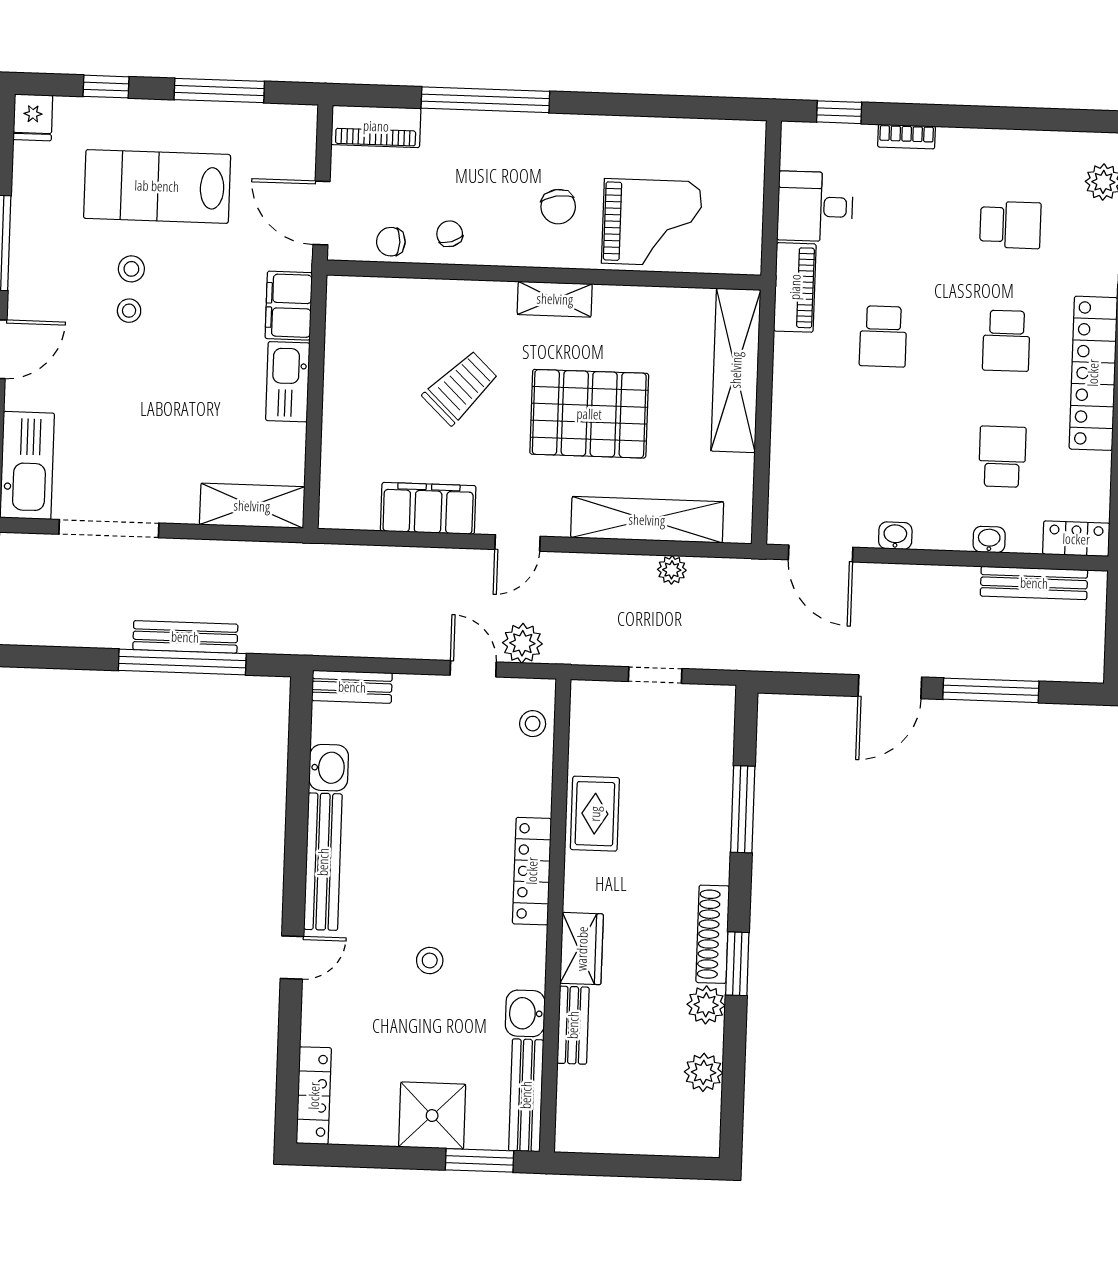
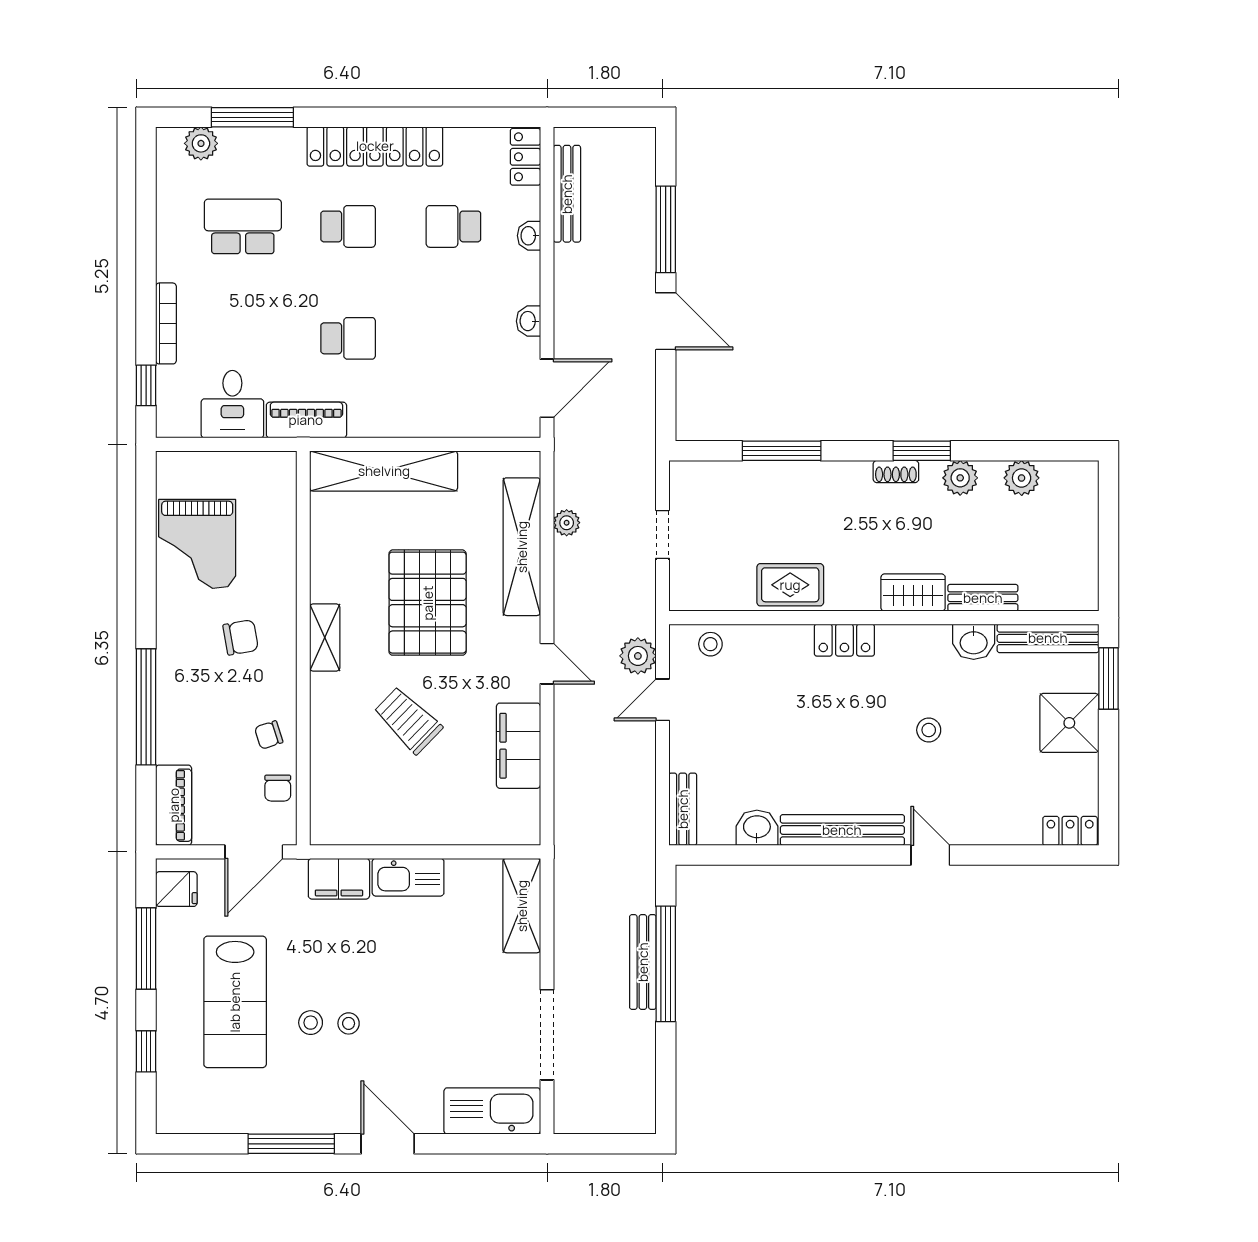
fridge: (33, 117) -> (176, 889), moved
bookcase: (907, 137) -> (166, 323), width x1.56
grand piano: (652, 222) -> (197, 544), moved, turned 180
school desk: (1010, 225) -> (243, 226), width x1.85
locker: (532, 871) -> (844, 640), width x0.66
shoe rack: (713, 934) -> (896, 472), width x0.51, depth x0.81
locker: (314, 1096) -> (1070, 831), width x0.66

